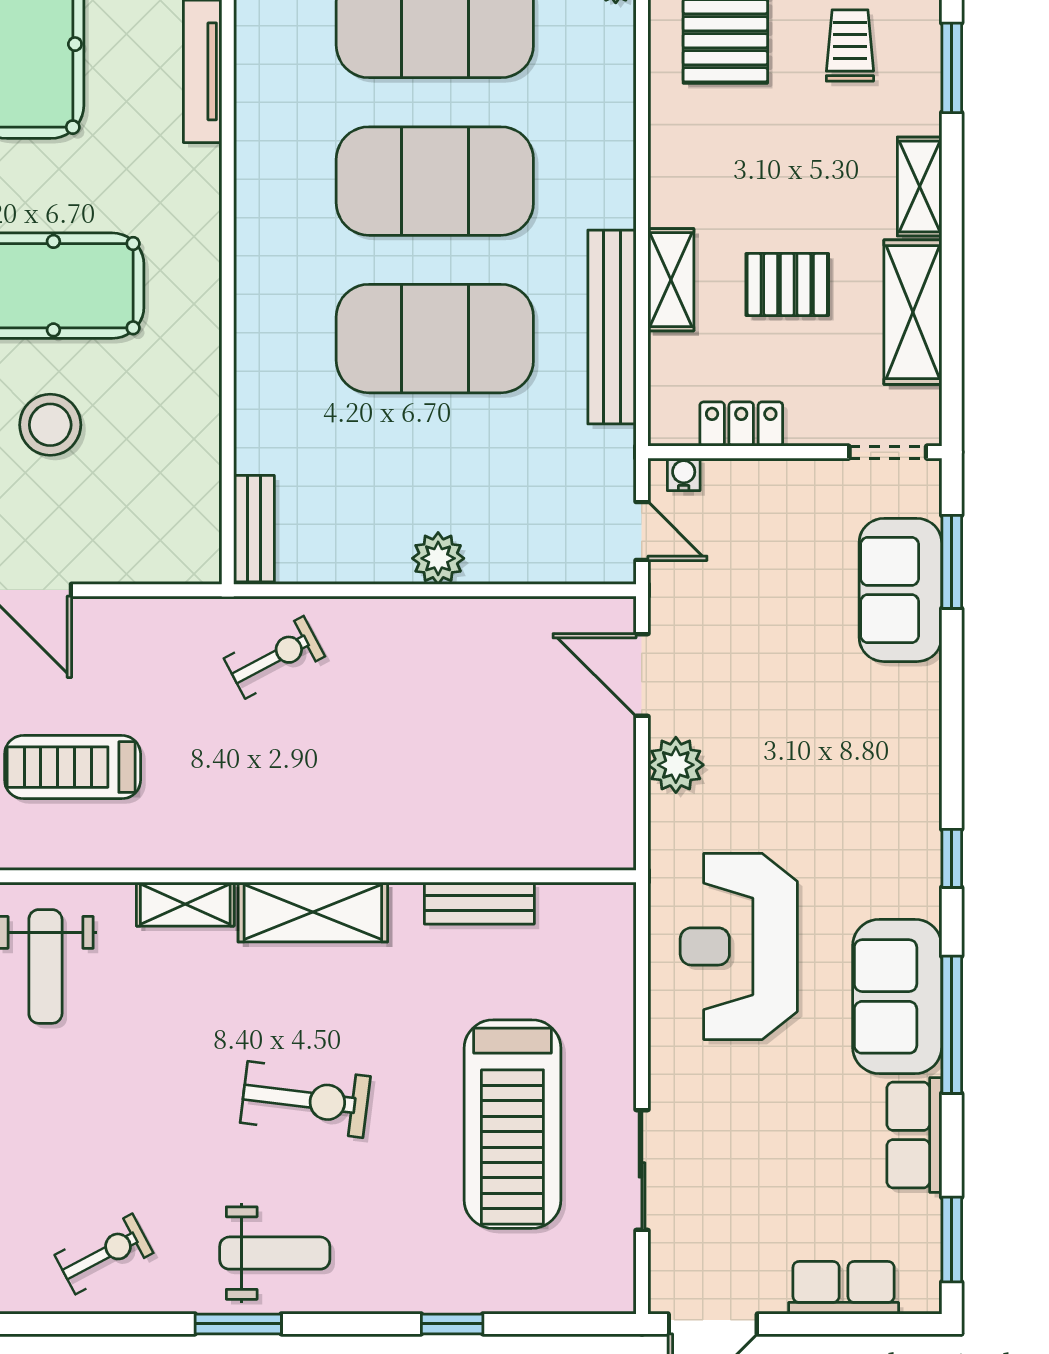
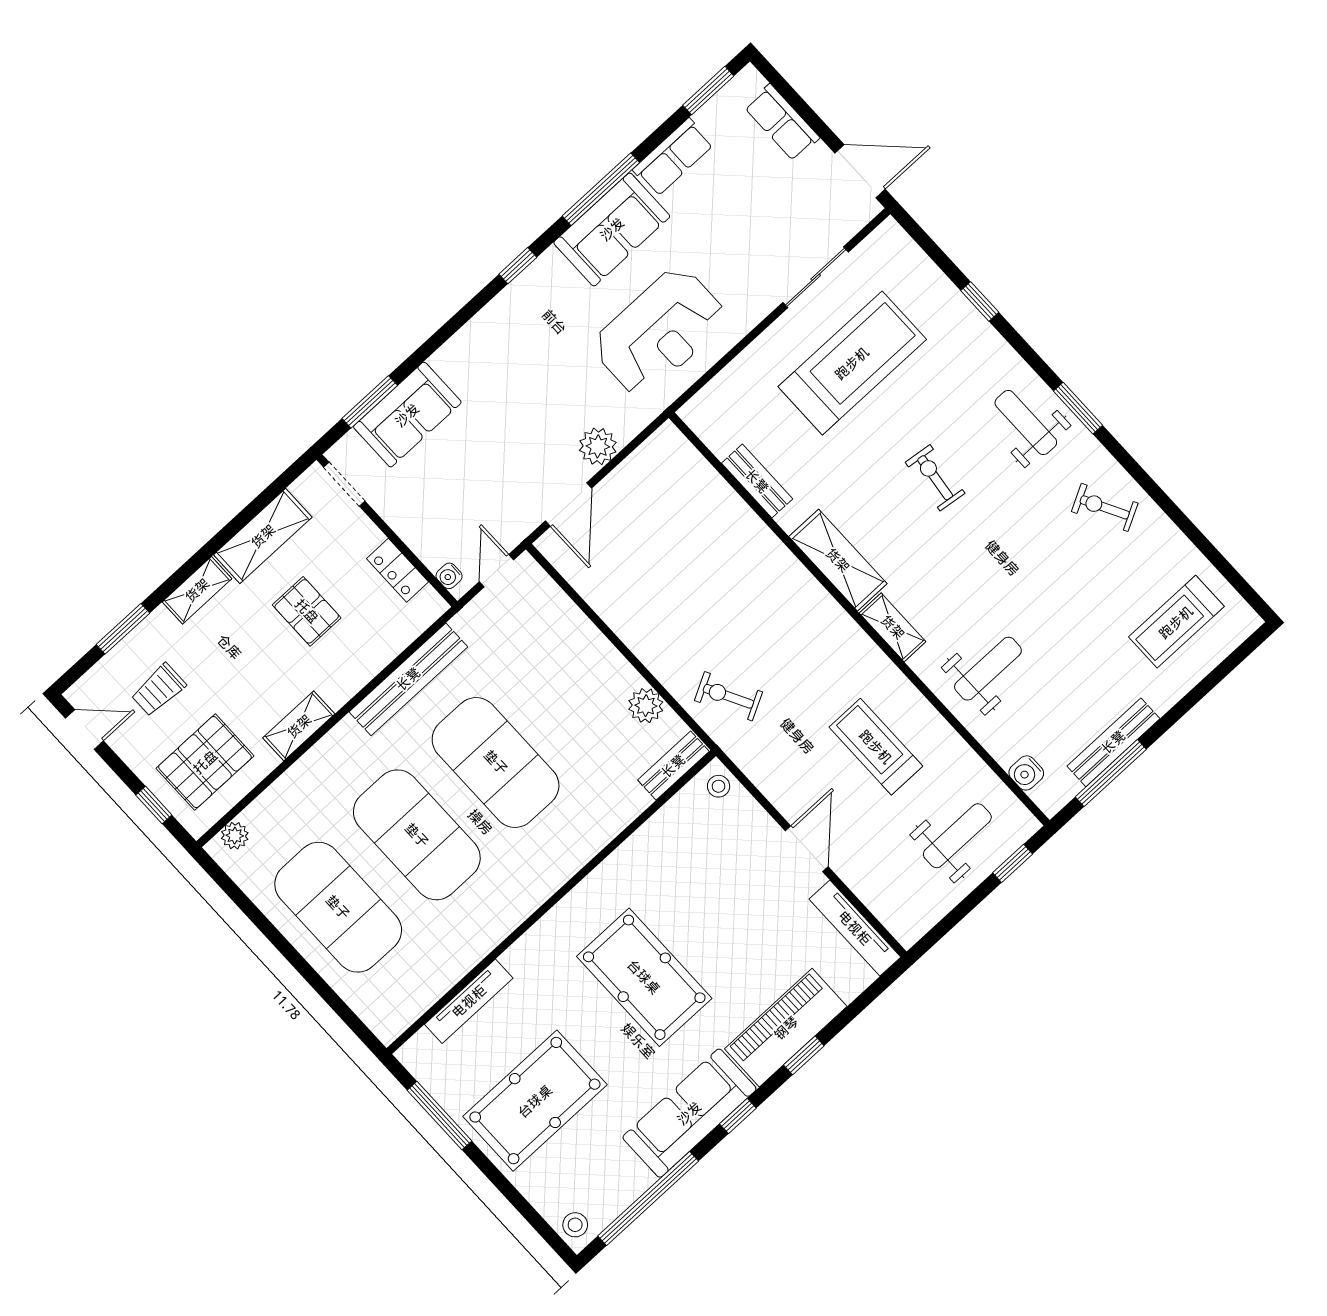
shelving: (671, 280) -> (299, 726), moved
stool: (50, 425) -> (719, 786), moved, width x0.53, depth x0.53
plant: (438, 558) -> (646, 706), moved
treadmill: (73, 767) -> (876, 747), turned 180
exercise bike: (305, 1100) -> (935, 478), width x0.73, depth x0.72

